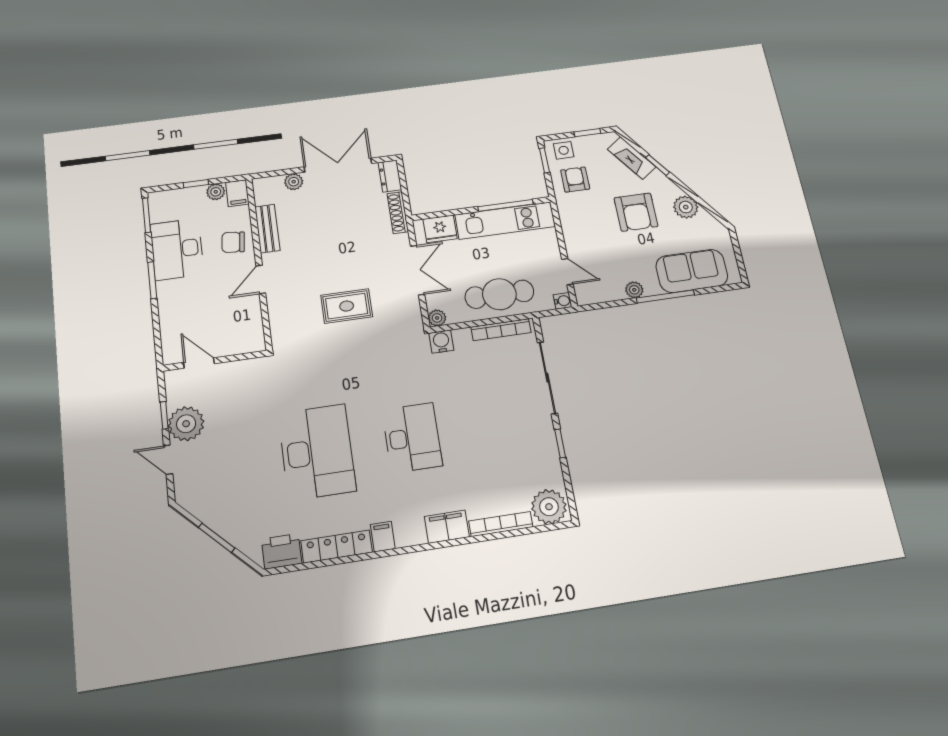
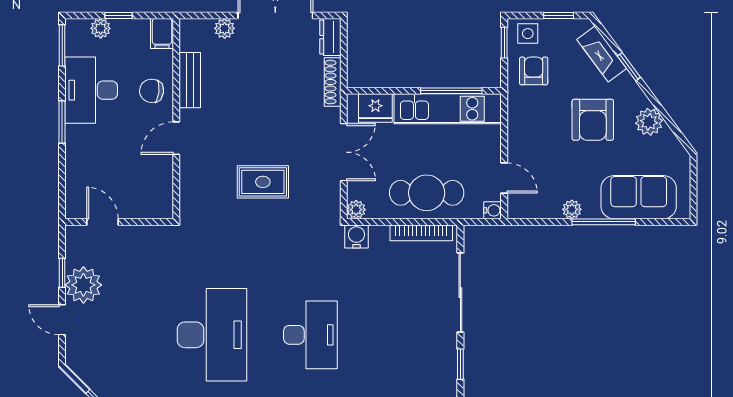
plant: (216, 192) -> (101, 28), moved

